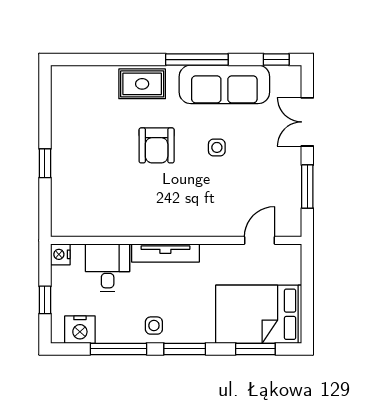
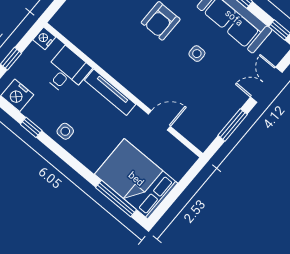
door: (260, 240) -> (159, 120), moved
window: (118, 349) -> (31, 127), width x0.46
window: (185, 349) -> (72, 162), removed
window: (255, 349) -> (116, 199), width x1.44

